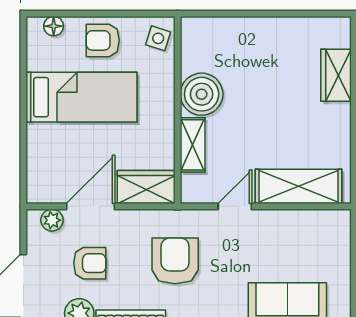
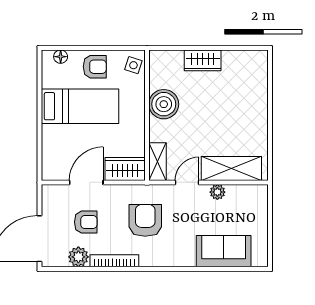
armchair: (103, 40) -> (95, 67), turned 180
wardrobe: (336, 75) -> (203, 60), moved, turned -90
shelving: (193, 145) -> (157, 162), moved
plant: (52, 220) -> (217, 192), moved

